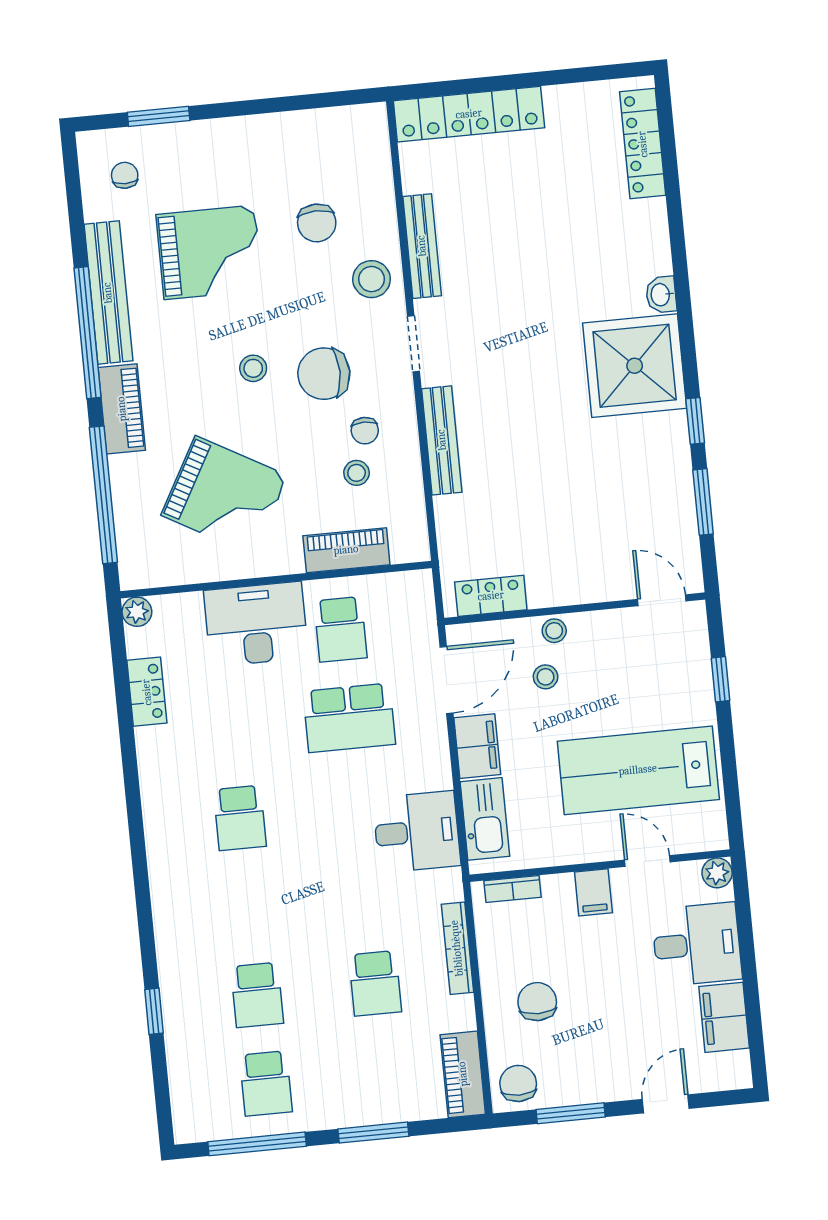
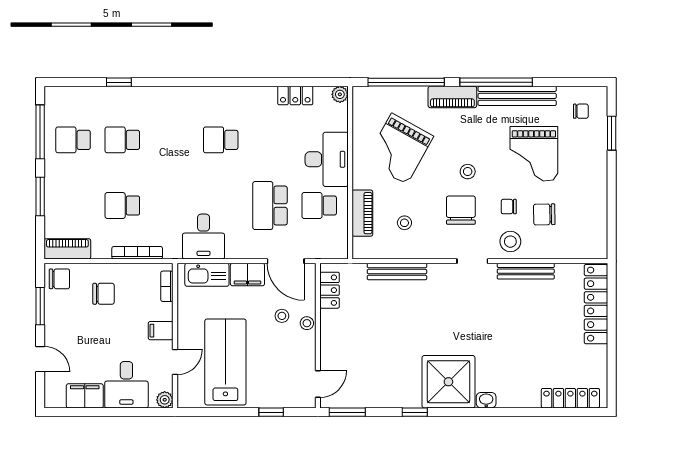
chair: (365, 431) -> (509, 207), moved
bench: (442, 440) -> (397, 272), moved
window: (703, 502) -> (347, 412), moved

